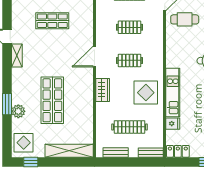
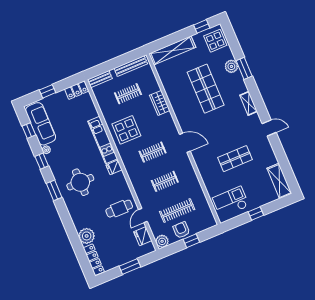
shelving: (17, 55) -> (248, 103), moved
door: (94, 56) -> (185, 143), hinge flipped
wardrobe: (103, 90) -> (160, 103), moved
fridge: (173, 124) -> (114, 167), moved
clothes rail: (129, 127) -> (128, 94), width x0.73
bench: (116, 152) -> (131, 66), width x1.36

